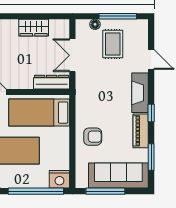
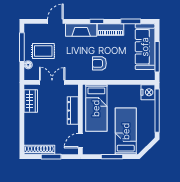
wardrobe: (34, 28) -> (31, 101), moved
double door: (72, 55) -> (52, 82), swing flipped
dresser: (52, 82) -> (73, 111), moved
armchair: (93, 137) -> (99, 63), moved, turned -90

